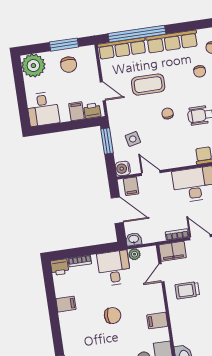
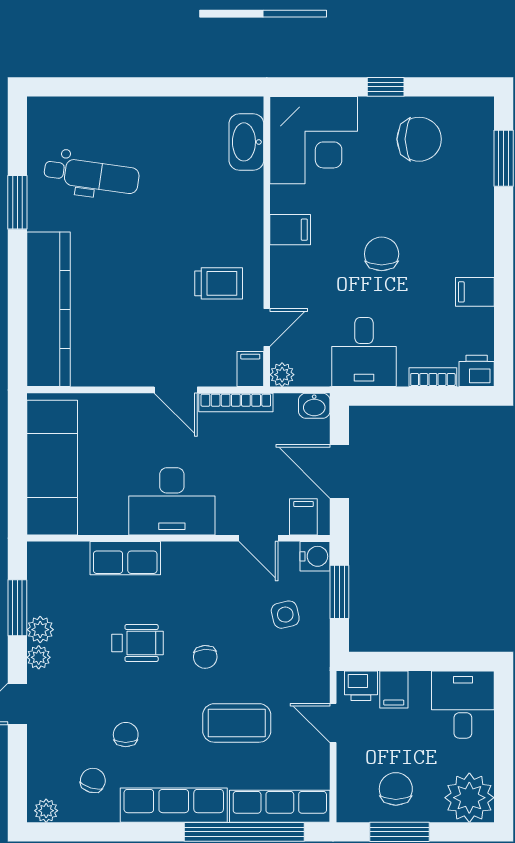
window: (107, 141) -> (339, 592), moved
bookcase: (177, 234) -> (236, 403), width x1.56
filing cabinet: (173, 251) -> (250, 369), width x0.50
plant: (134, 254) -> (282, 375), moved
chair: (113, 316) -> (382, 254), turned 90

